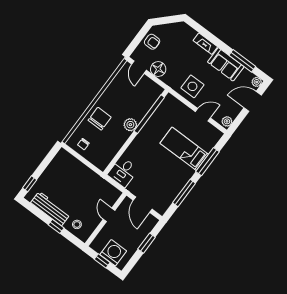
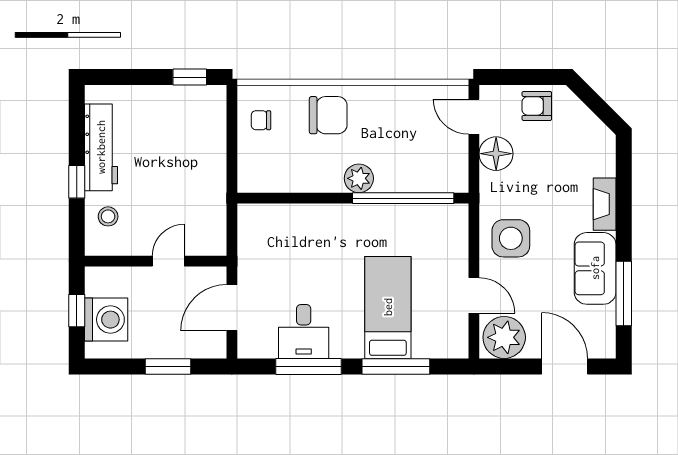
armchair: (152, 42) -> (537, 106), turned 90
door: (139, 67) -> (474, 117), hinge flipped
plant: (257, 82) -> (605, 348), removed
plant: (227, 121) -> (504, 337), width x1.87, depth x1.87
desk: (123, 172) -> (304, 332), moved, turned -90
window: (30, 184) -> (190, 77), moved

